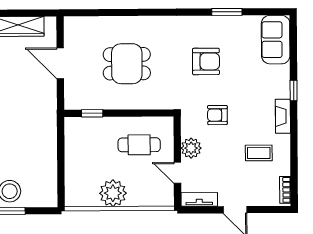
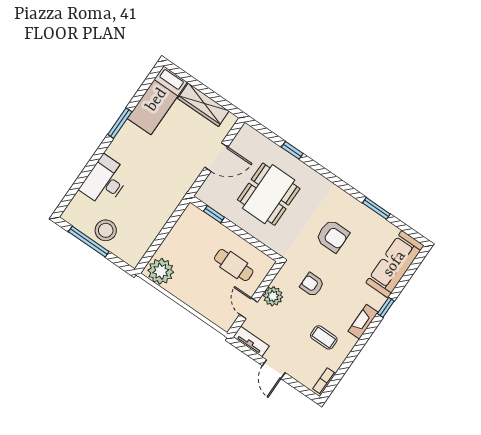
window: (121, 12) -> (292, 150), added
sofa: (276, 40) -> (395, 264), width x1.36
door: (60, 63) -> (216, 157), swing flipped
dining table: (127, 64) -> (269, 194), width x1.38
plant: (113, 193) -> (161, 271), moved

